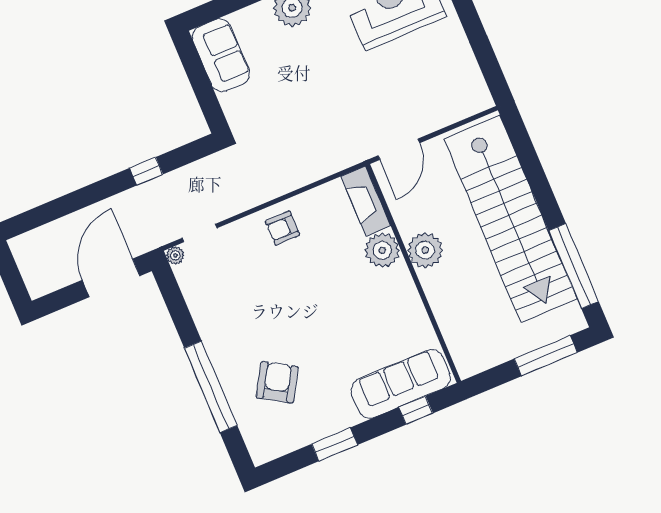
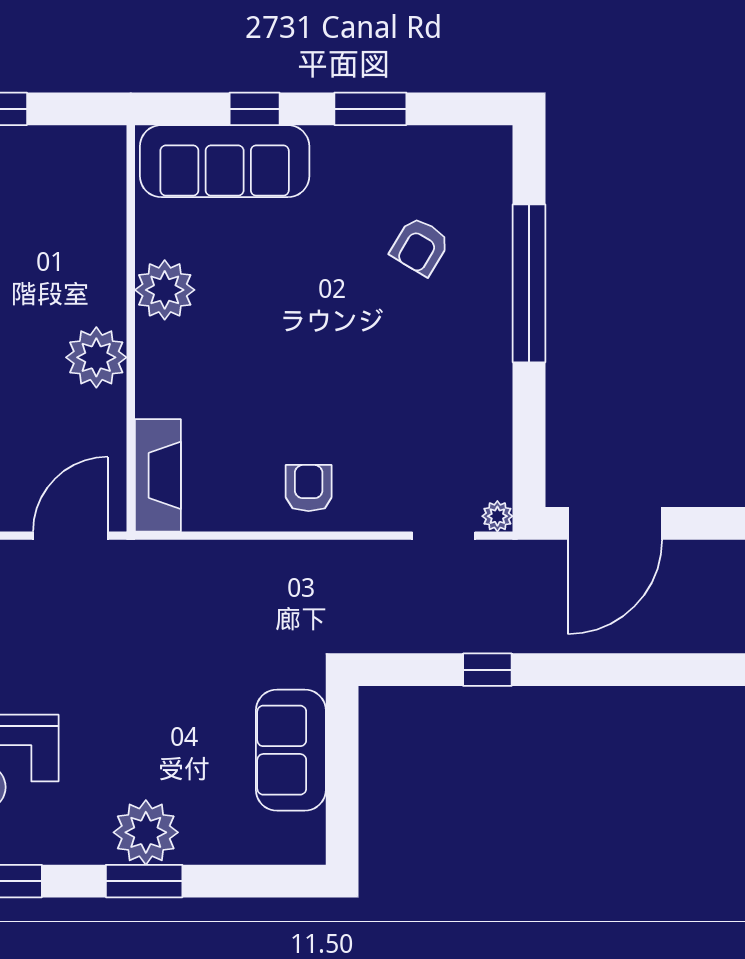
sofa: (221, 55) -> (291, 750), moved
armchair: (282, 228) -> (309, 488), turned -90
plant: (382, 250) -> (165, 290), moved
armchair: (277, 382) -> (420, 246), width x0.72, depth x0.72
window: (416, 410) -> (255, 109), moved

